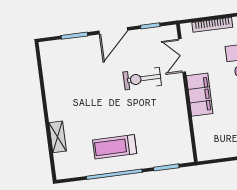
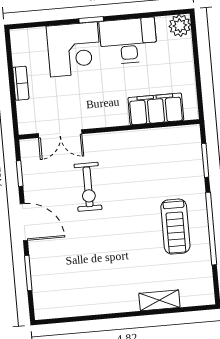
bookcase: (212, 25) -> (21, 83), width x0.64
filing cabinet: (200, 95) -> (156, 109), moved

